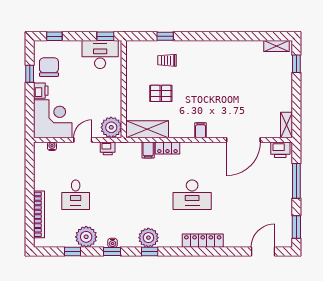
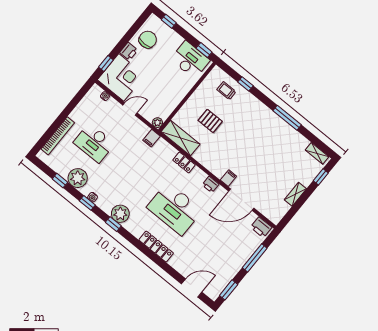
window: (225, 36) -> (287, 118), added
trolley: (167, 60) -> (226, 91), moved
window: (30, 74) -> (106, 63), moved
shelving: (287, 125) -> (295, 194), moved
plant: (111, 127) -> (157, 123), width x0.53, depth x0.53
filing cabinet: (201, 130) -> (228, 178), moved
printer: (108, 148) -> (210, 184), moved
filing cabinet: (148, 150) -> (151, 138), moved
desk: (76, 195) -> (94, 143), width x1.37
desk: (192, 195) -> (175, 209), width x1.36, depth x1.30

